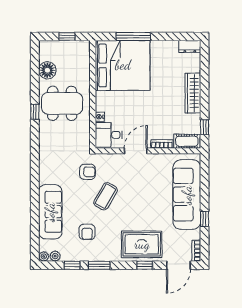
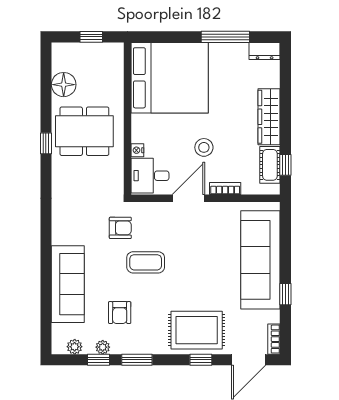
window: (133, 36) -> (225, 37), moved
stool: (147, 115) -> (204, 147), added
cot: (187, 141) -> (270, 165), moved, turned 90
coffee table: (105, 196) -> (146, 262), turned 60
plant: (44, 256) -> (103, 347), moved

